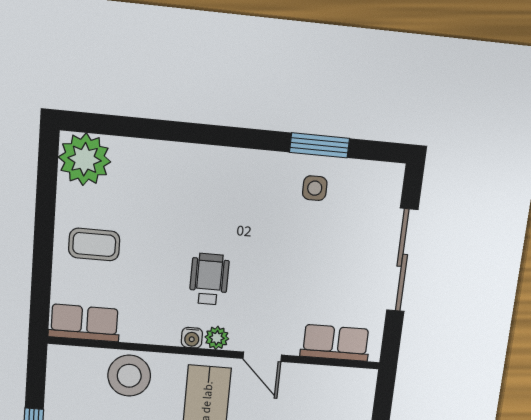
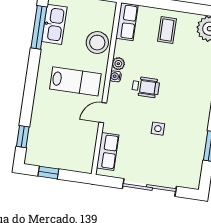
side table: (315, 188) -> (158, 129), moved
plant: (217, 338) -> (118, 64), moved

